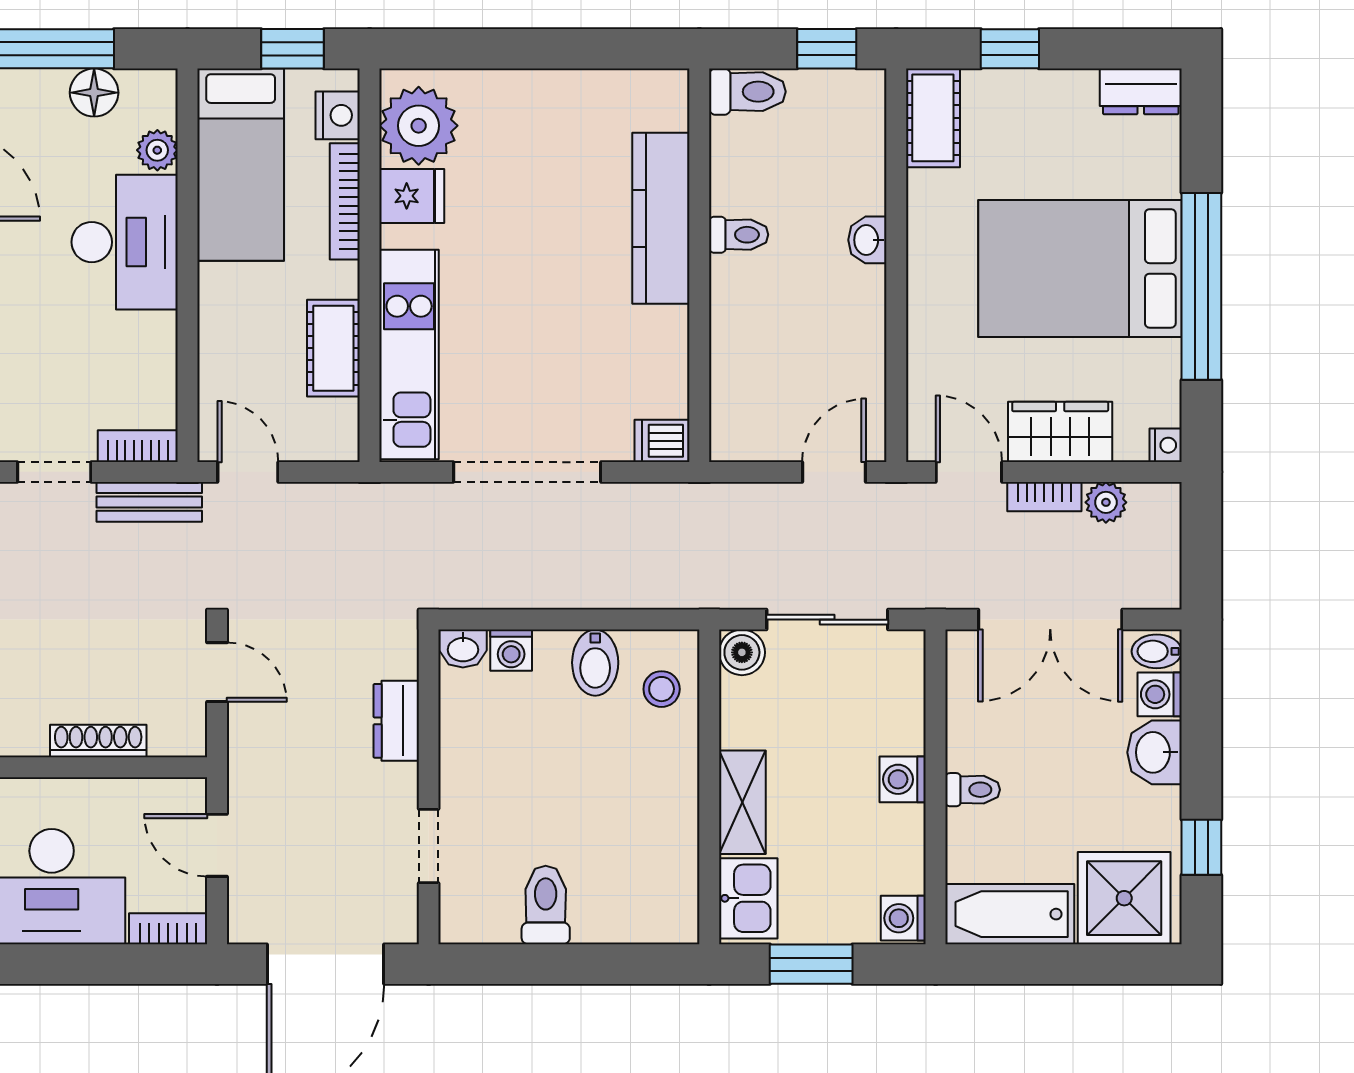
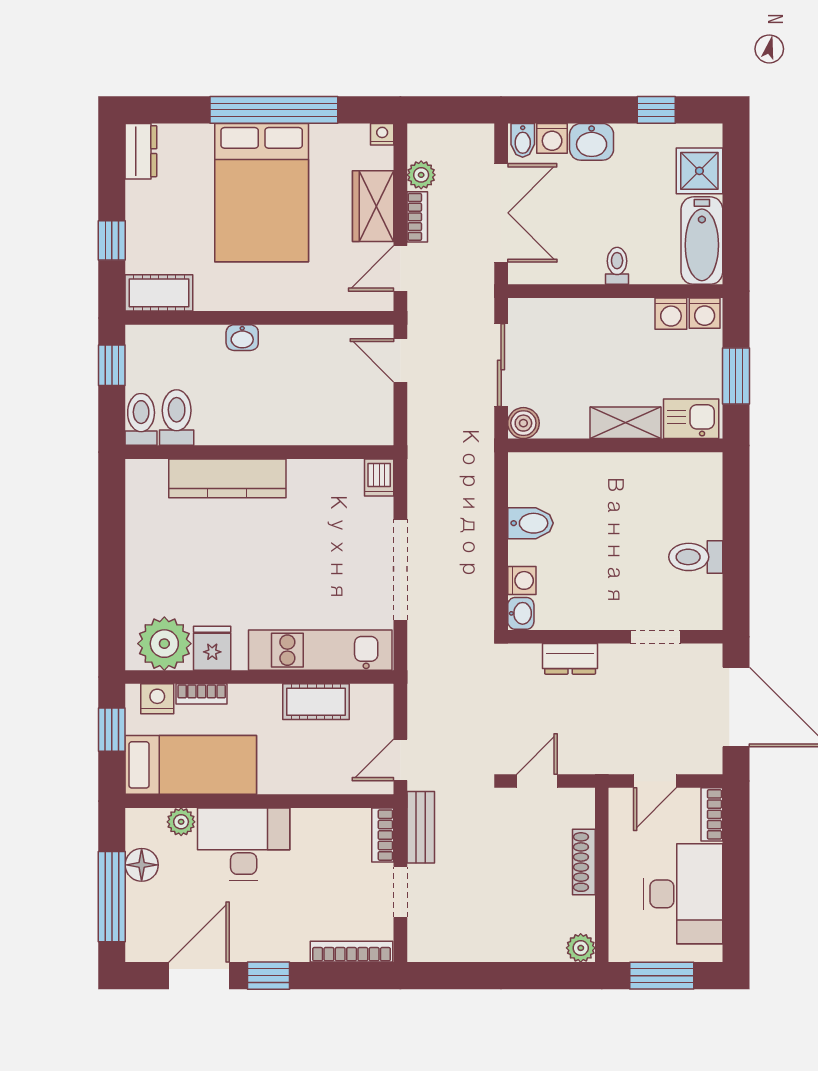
bookcase: (345, 201) -> (202, 694), width x0.64
toilet: (739, 235) -> (177, 418), moved, width x1.37, depth x1.39
stool: (662, 689) -> (548, 478), removed
washing machine: (903, 779) -> (671, 314), moved
shower: (1124, 898) -> (699, 171), width x0.73, depth x0.73

